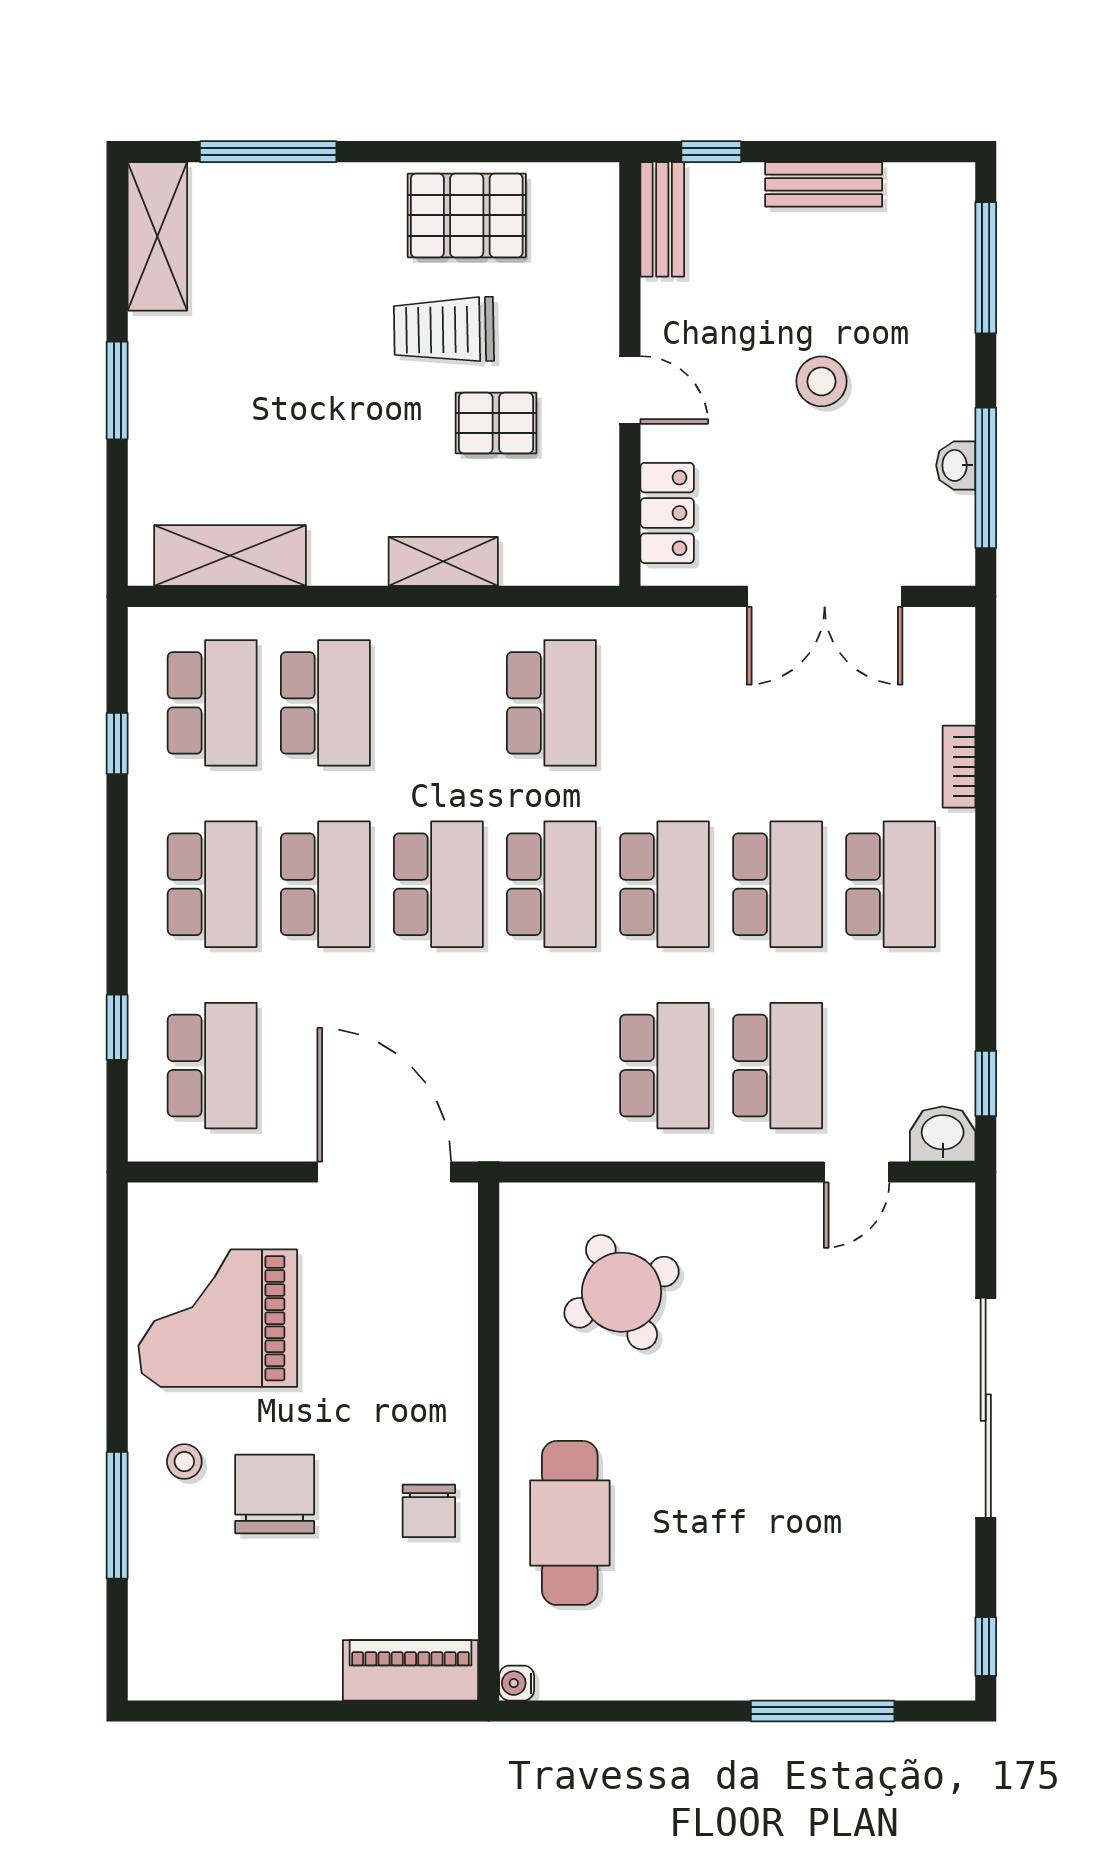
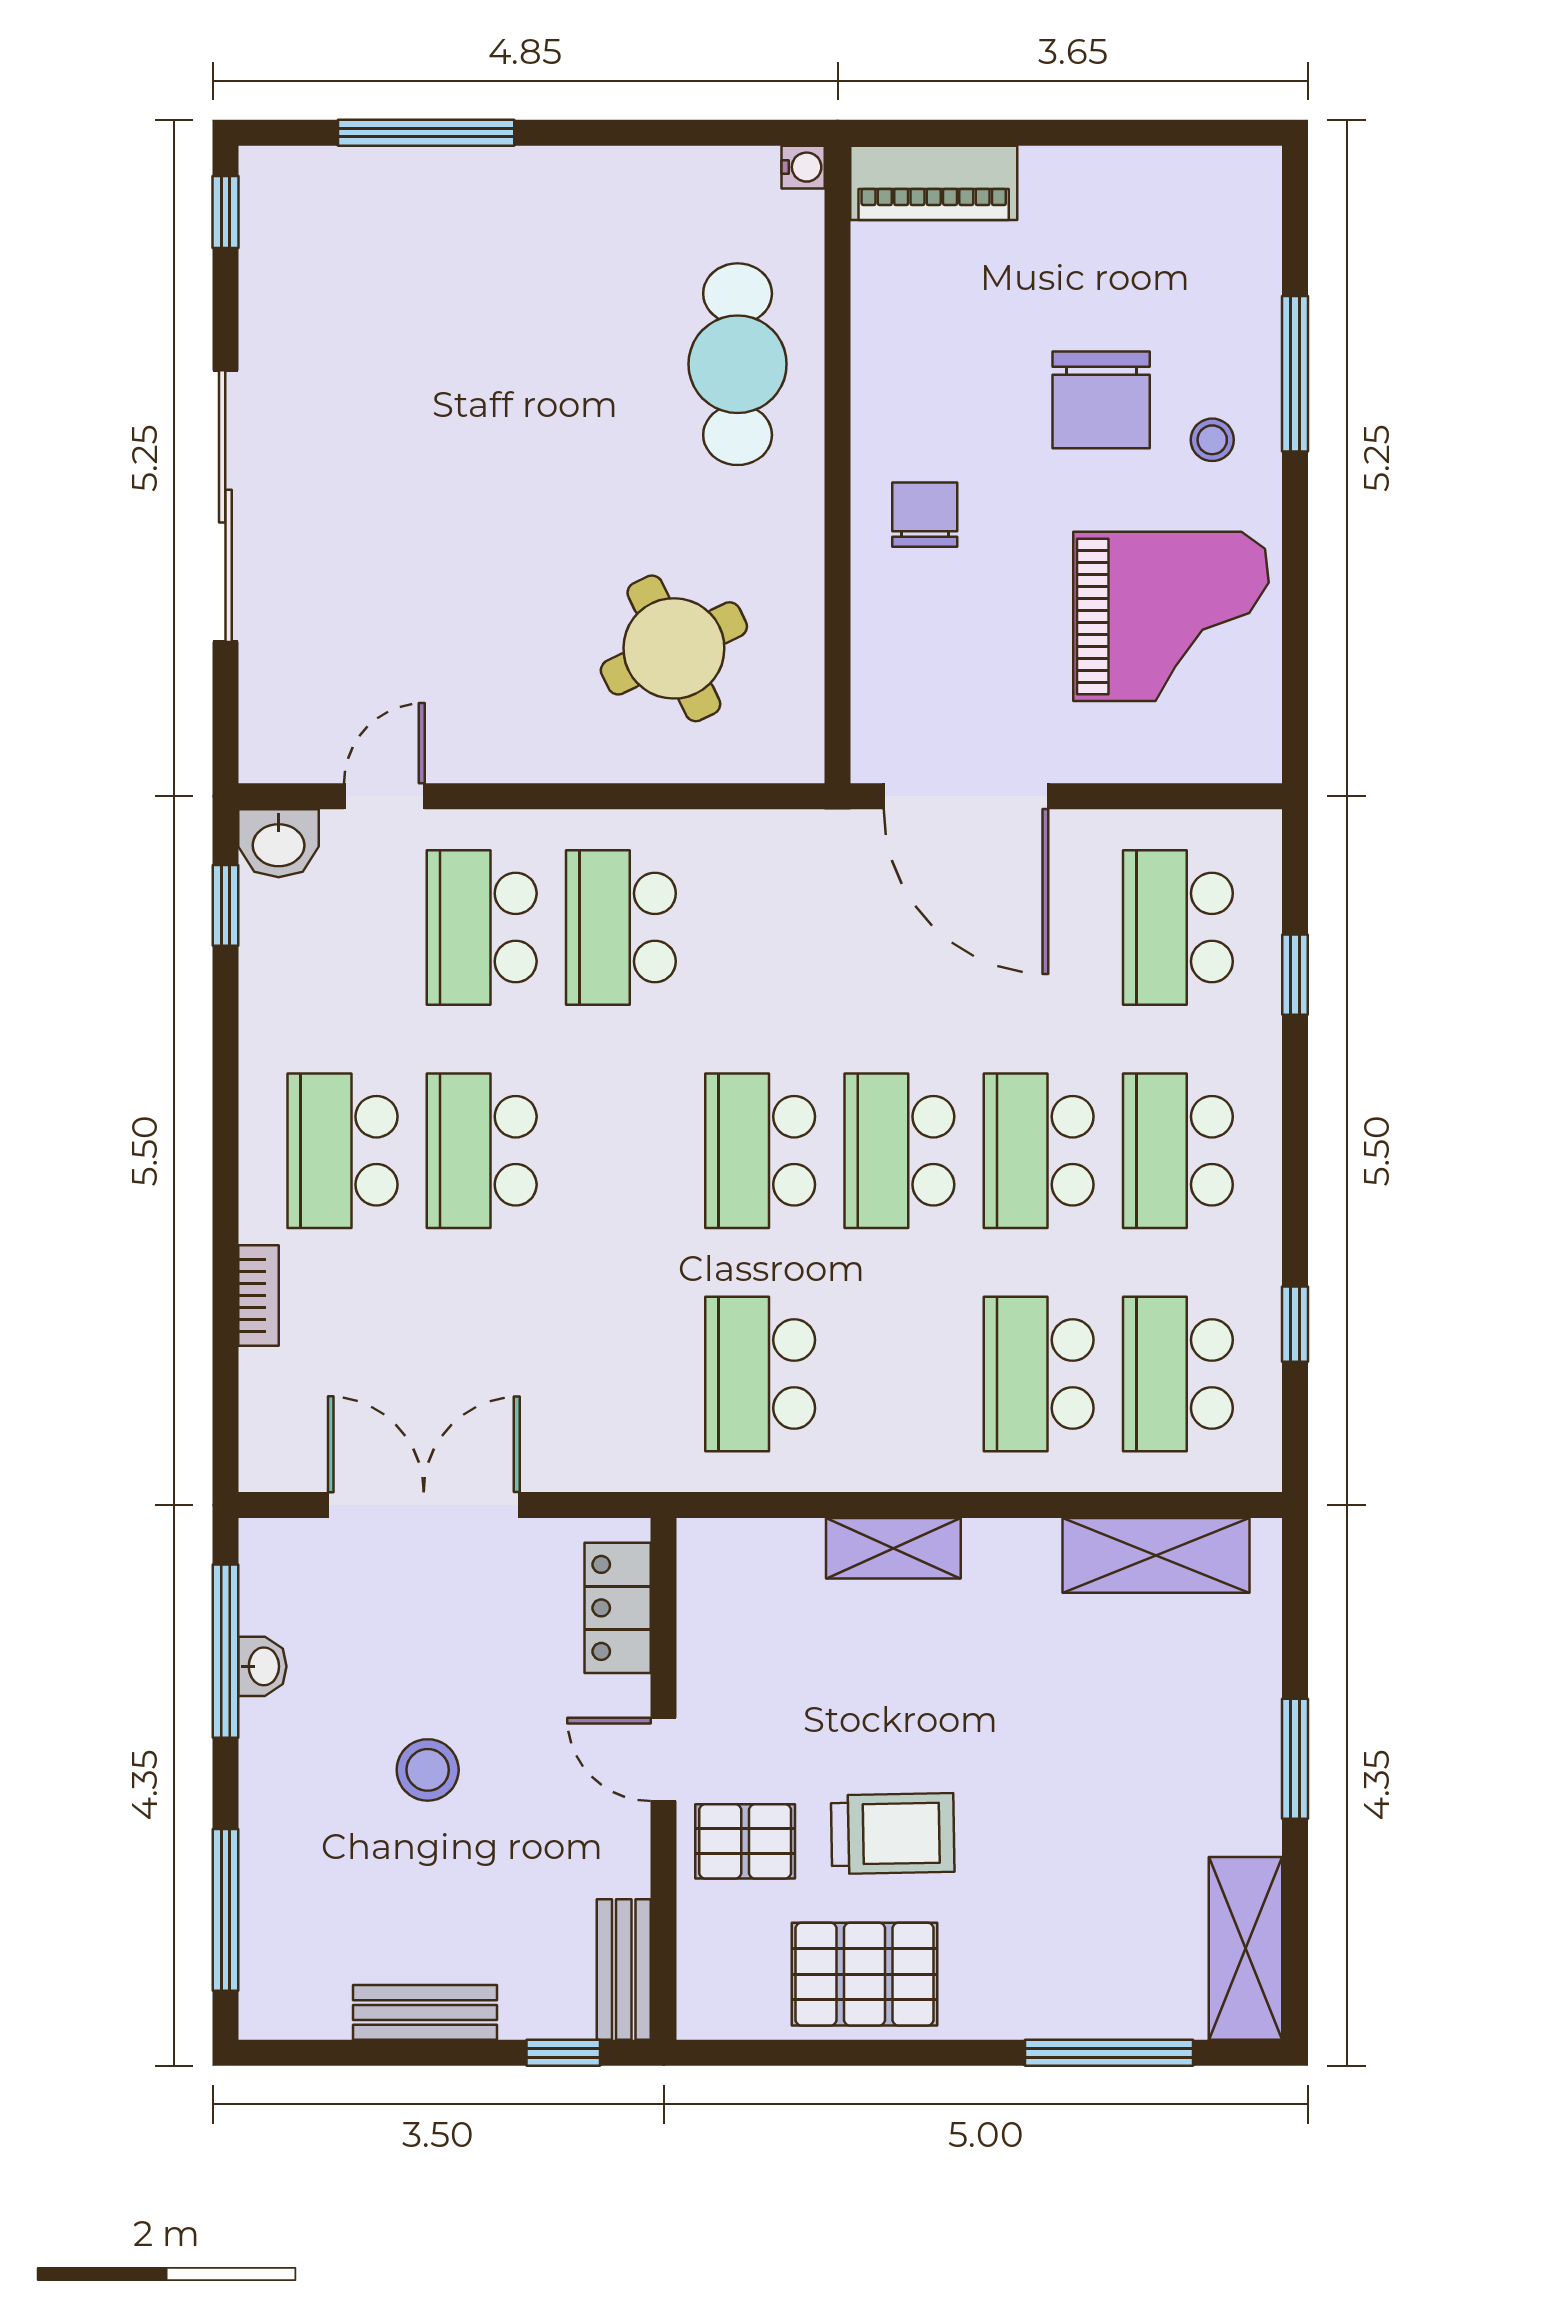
pallet: (496, 423) -> (745, 1841), moved
school desk: (664, 884) -> (621, 1151), removed
chair: (429, 1511) -> (925, 515), moved

